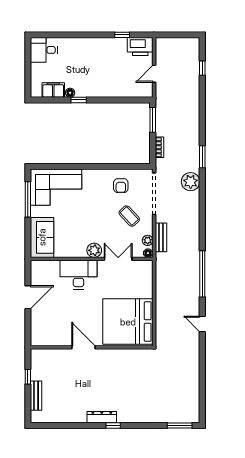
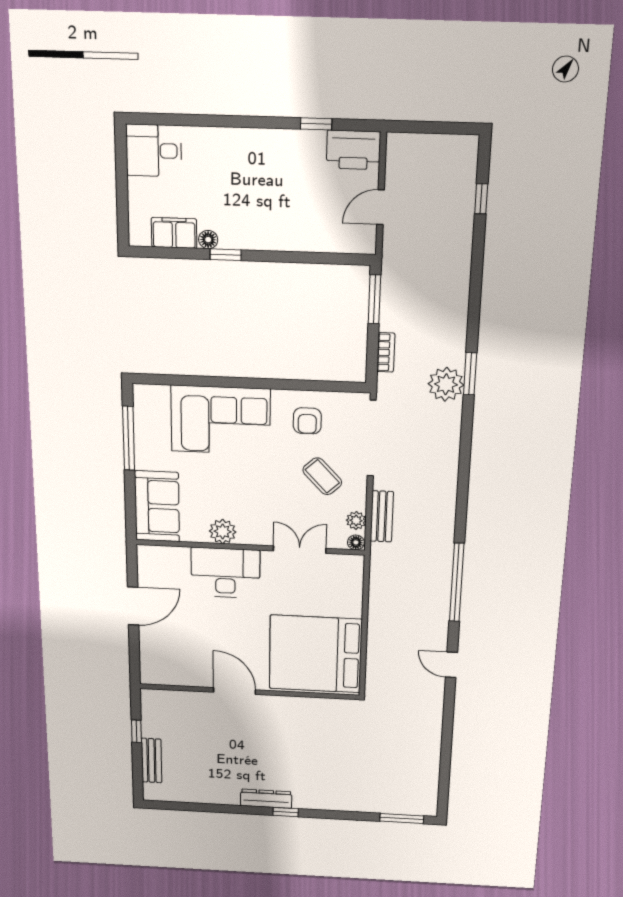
plant: (191, 182) -> (446, 384), moved
corner sofa: (56, 187) -> (221, 420), moved
plant: (94, 250) -> (223, 532), moved

